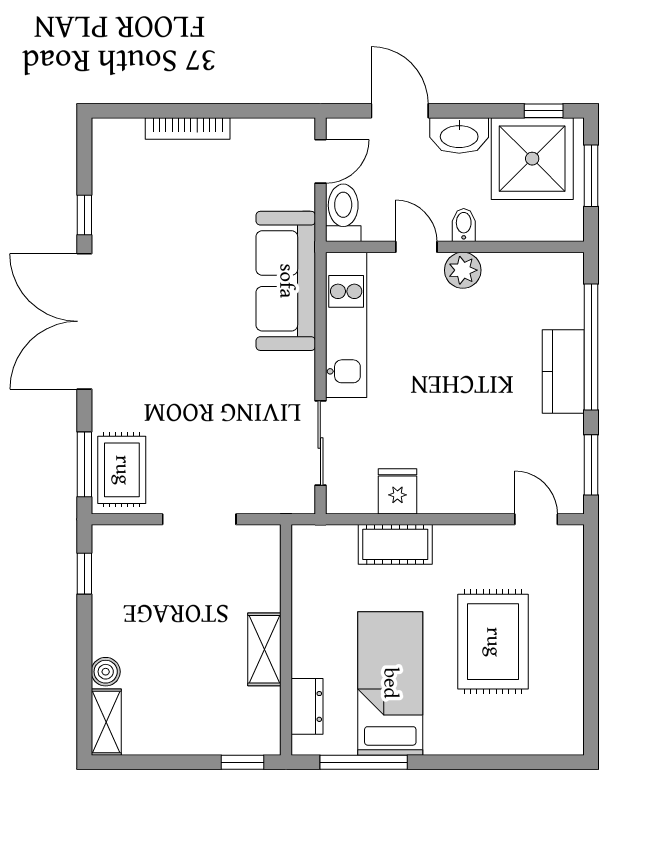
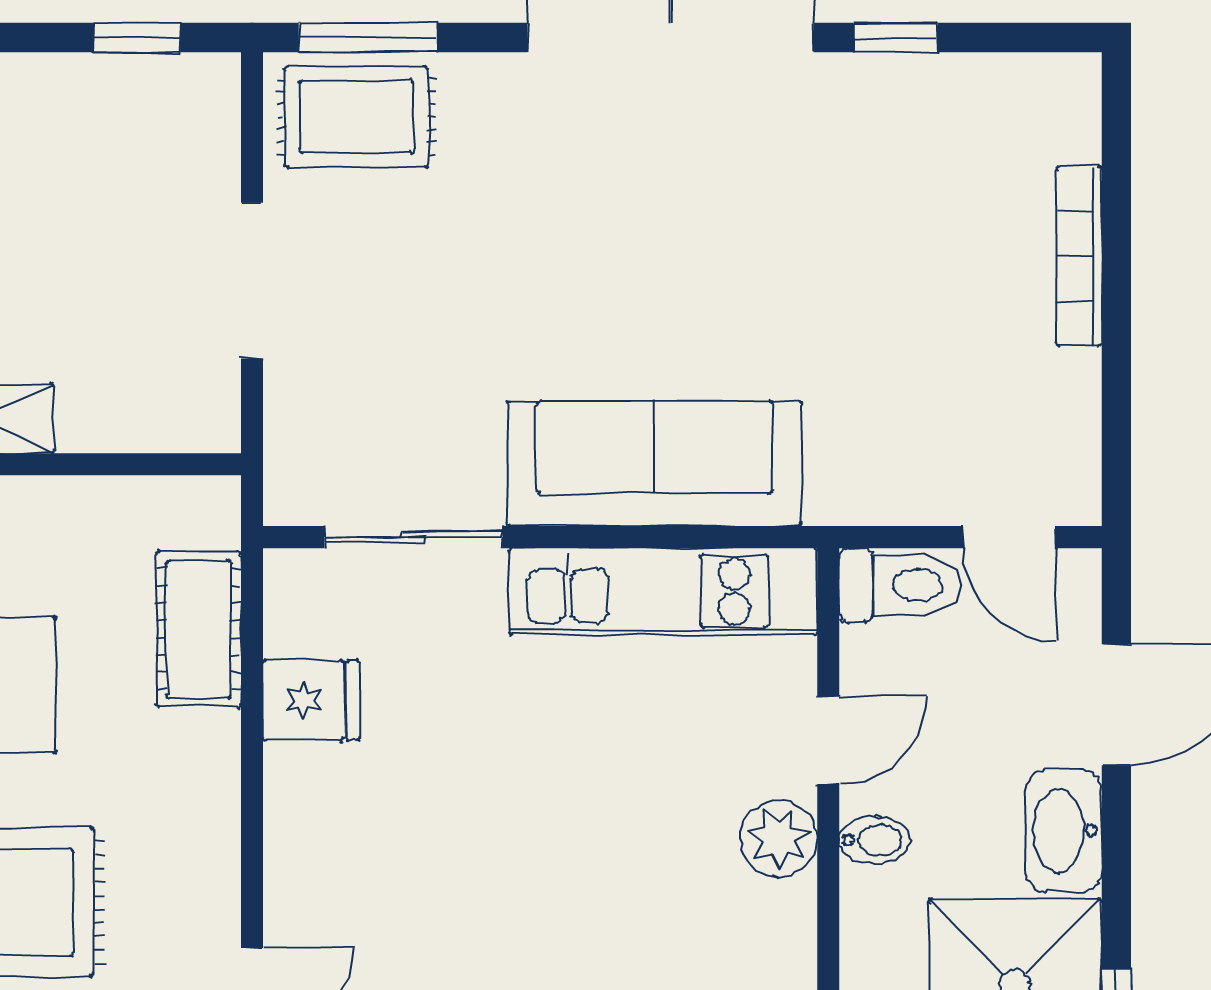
sofa: (286, 281) -> (654, 464), moved
cot: (395, 544) -> (199, 629), moved

